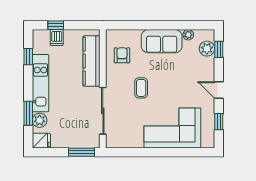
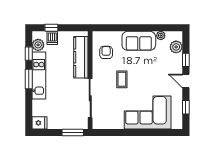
window: (219, 49) -> (186, 60), moved
window: (28, 113) -> (29, 79), moved
plant: (40, 120) -> (38, 45), moved

